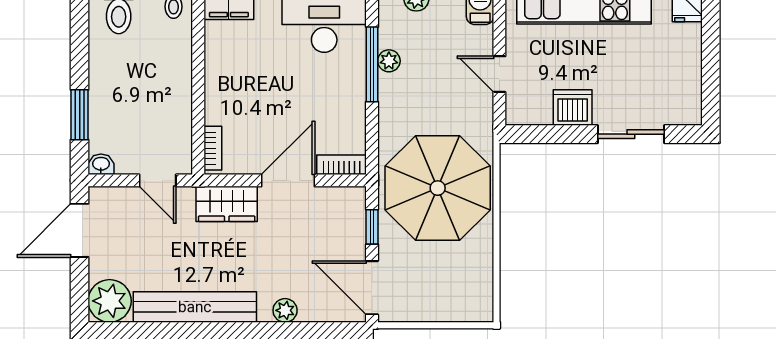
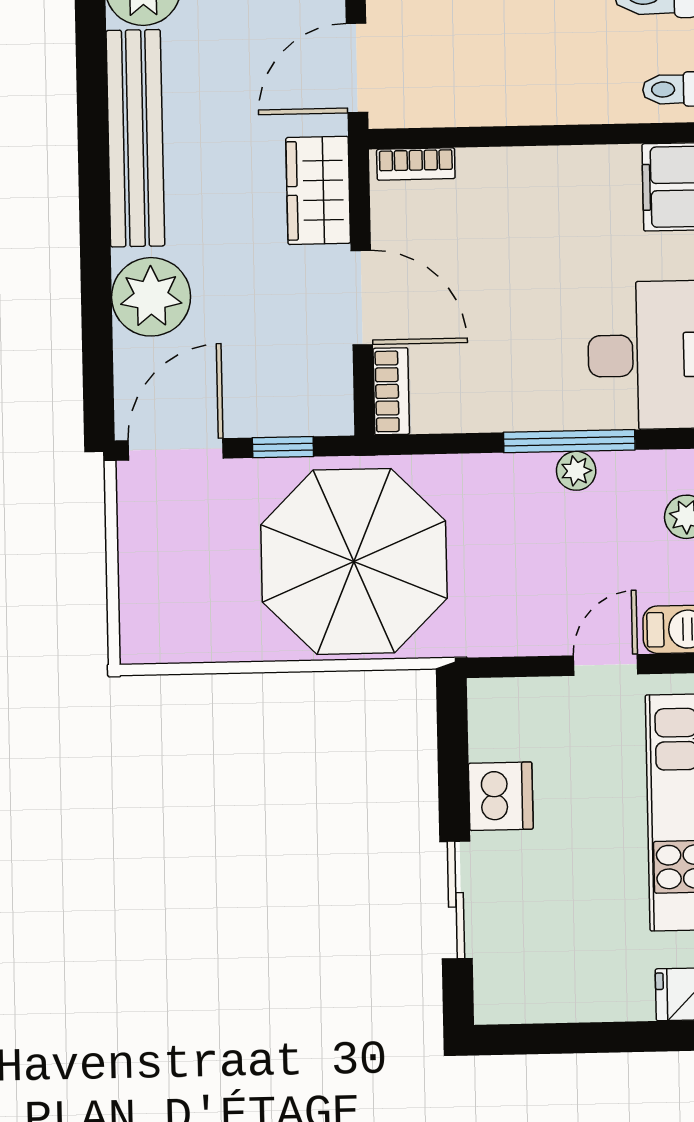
door: (499, 74) -> (606, 665), moved
door: (158, 180) -> (357, 68), width x1.38
plant: (285, 310) -> (151, 297), width x1.87, depth x1.87

